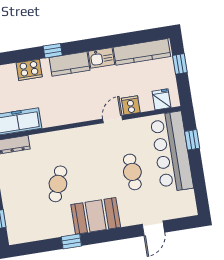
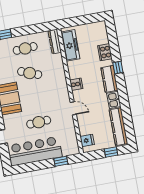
cooker: (131, 105) -> (76, 84), moved
bar counter: (172, 152) -> (35, 151), moved
cafe table: (21, 190) -> (25, 48), added

